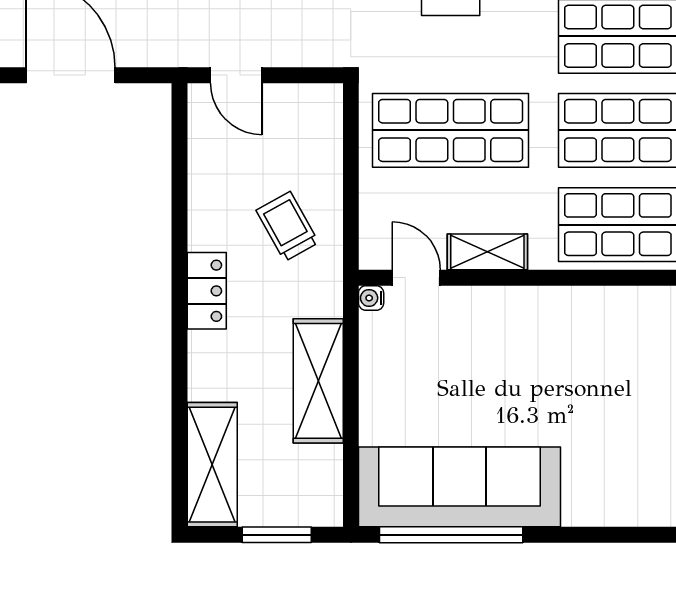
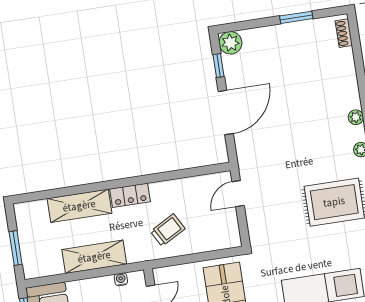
water cooler: (371, 298) -> (121, 279), moved
shelving: (212, 465) -> (79, 206), moved

